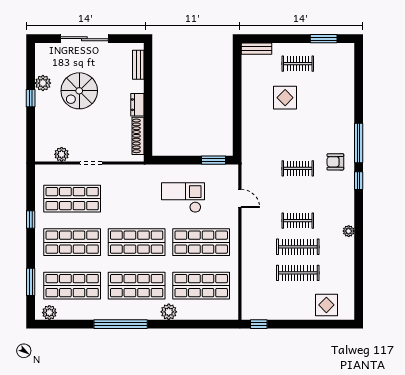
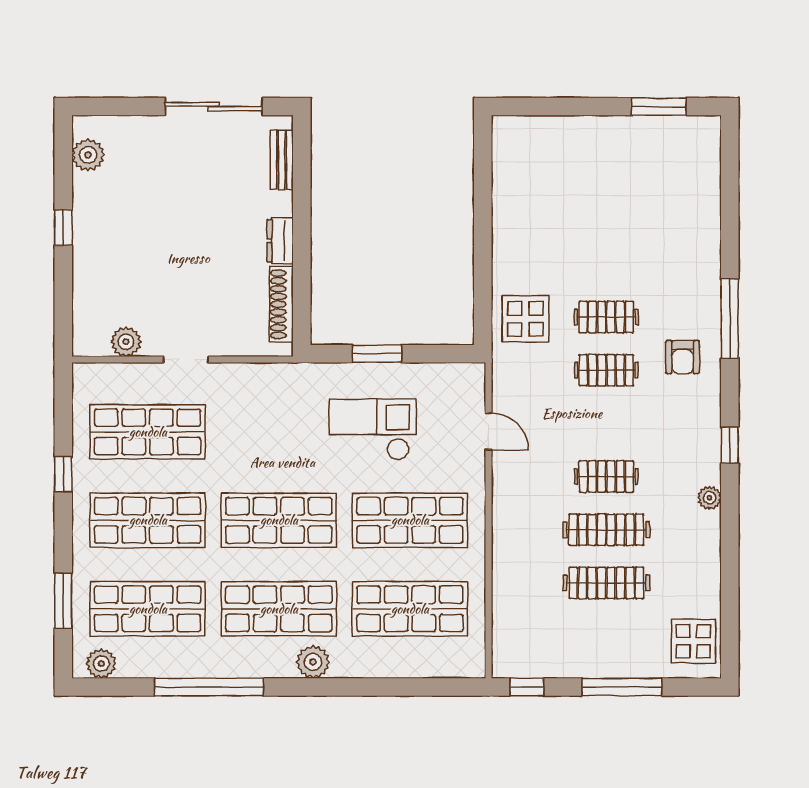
sliding door: (84, 39) -> (214, 107), moved
bench: (256, 49) -> (522, 127), removed
clothes rail: (298, 64) -> (606, 317), moved
plant: (43, 83) -> (88, 155), moved
spiral stairs: (79, 91) -> (162, 213), removed
display table: (285, 98) -> (526, 319), moved
window: (213, 160) -> (377, 354), moved
armchair: (335, 162) -> (683, 357), turned -90
window: (359, 181) -> (730, 445), moved
display table: (326, 305) -> (693, 641), moved
plant: (169, 312) -> (313, 662), moved
window: (121, 324) -> (209, 687), moved
window: (305, 324) -> (622, 687), added

